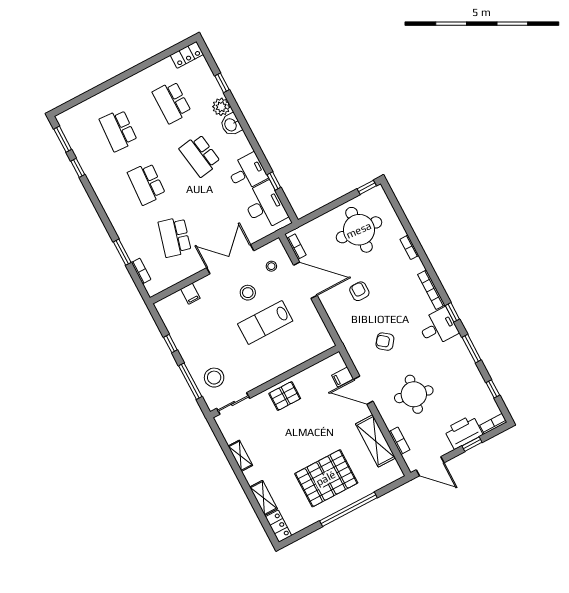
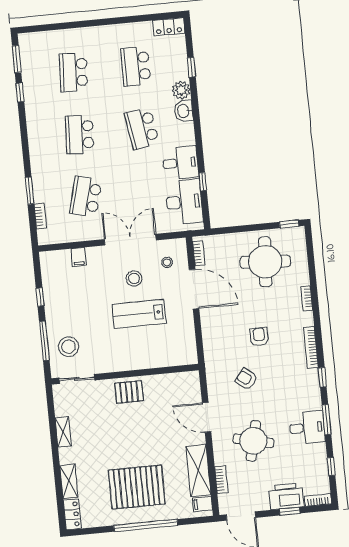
armchair: (359, 291) -> (259, 337), moved
desk: (438, 327) -> (307, 428), moved
filing cabinet: (343, 377) -> (203, 504), moved

